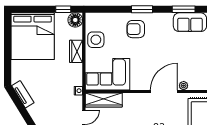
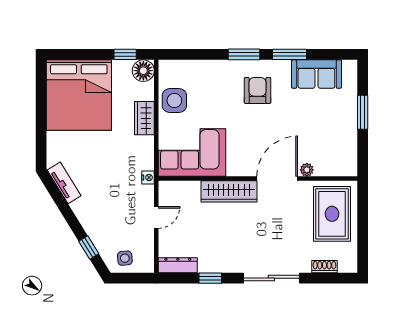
window: (184, 9) -> (289, 54), moved
armchair: (136, 29) -> (258, 90), moved, turned 90
wardrobe: (104, 100) -> (229, 191), moved

